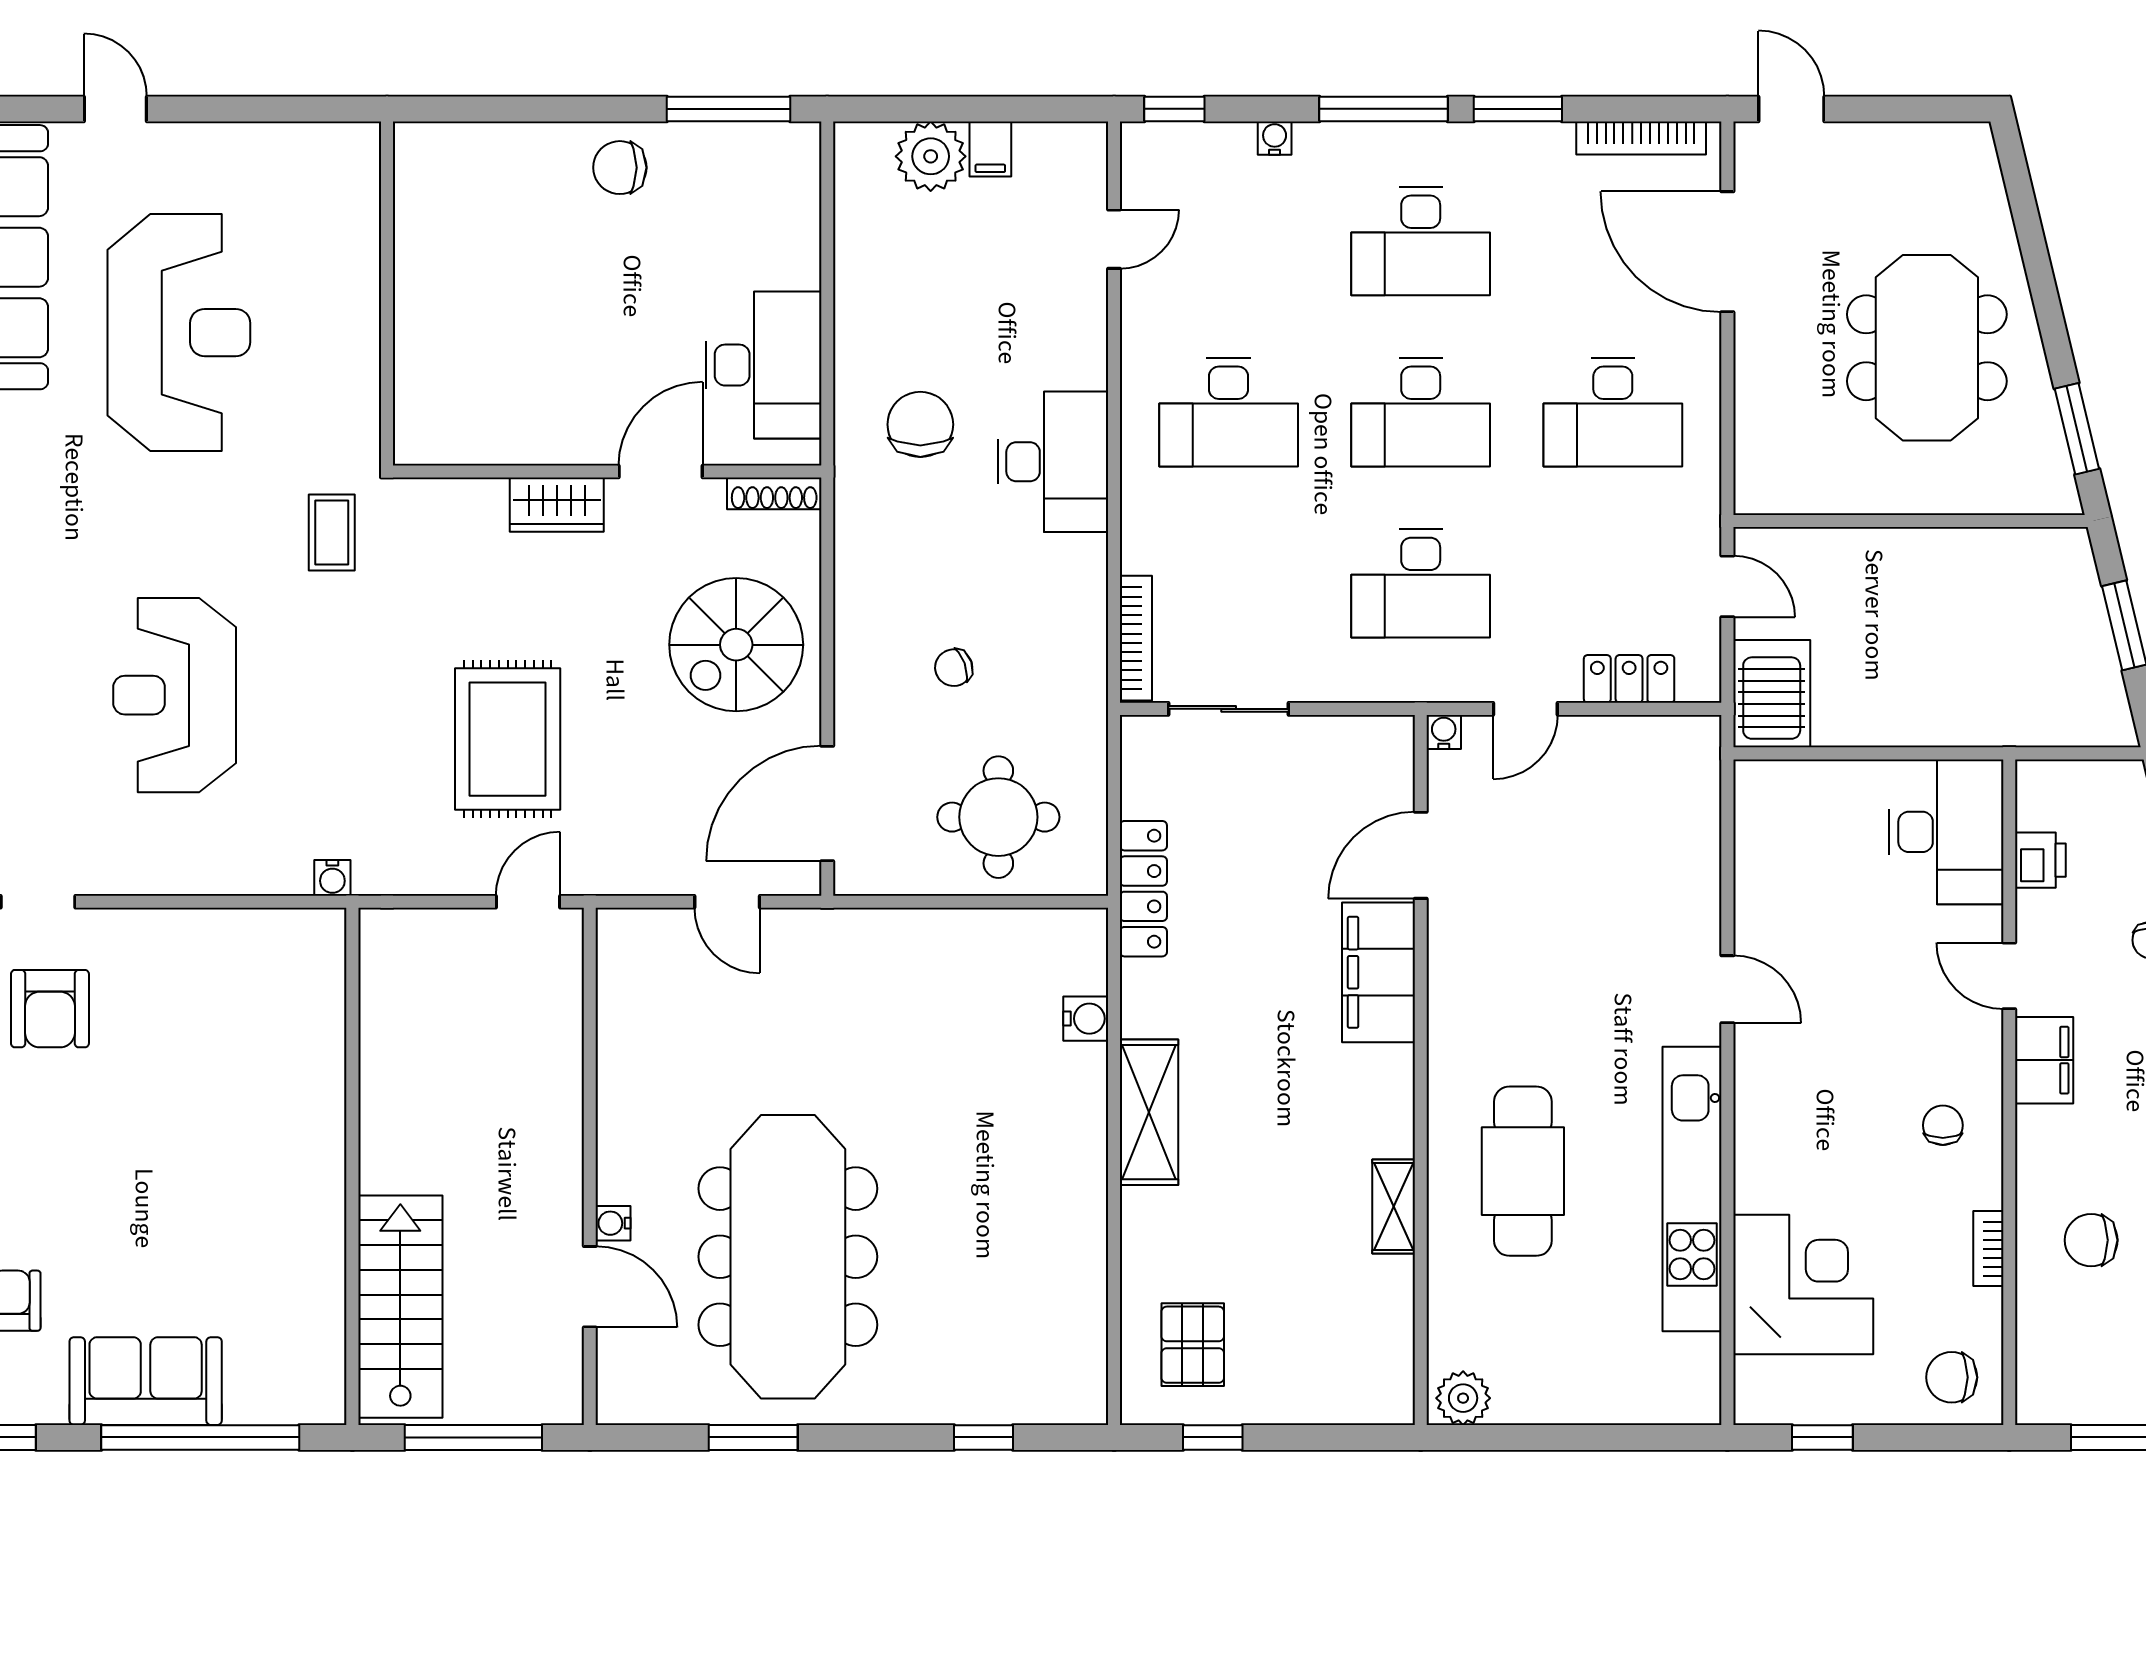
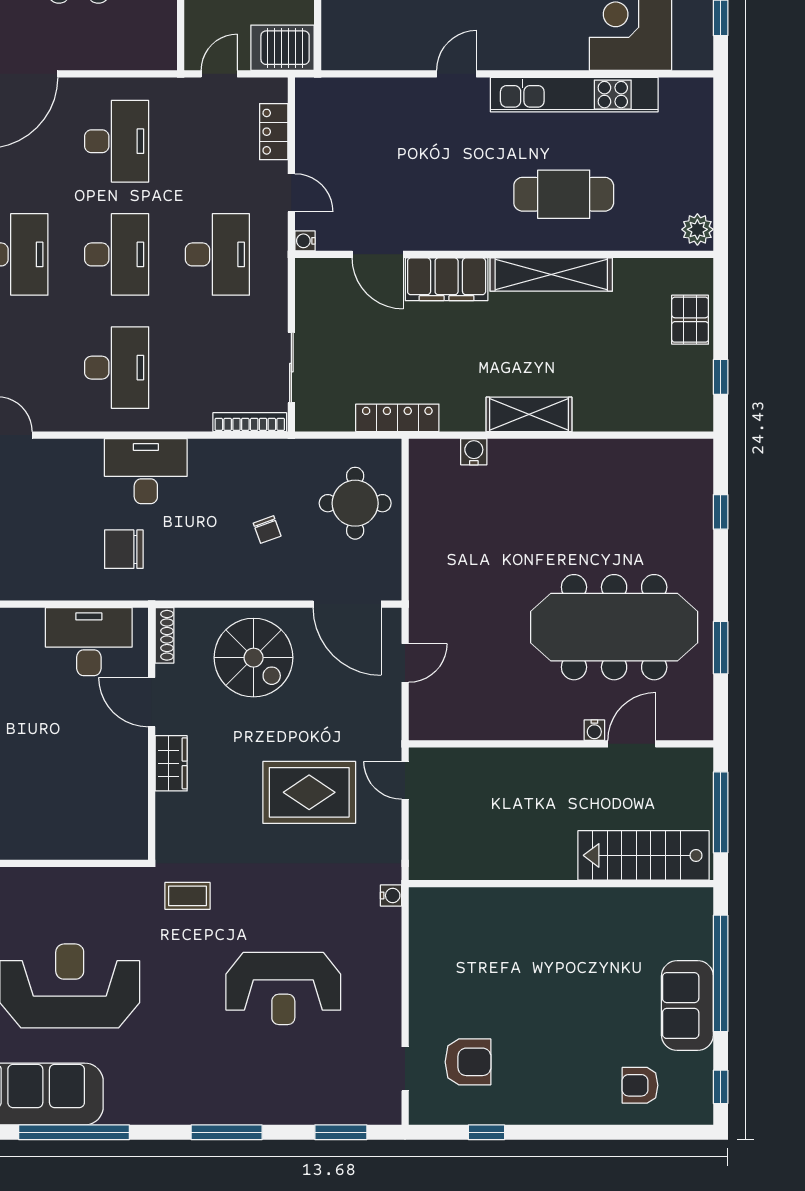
shelving: (1394, 1206) -> (551, 275), width x2.20, depth x1.33
pallet: (1193, 1345) -> (690, 320), moved, turned 90

